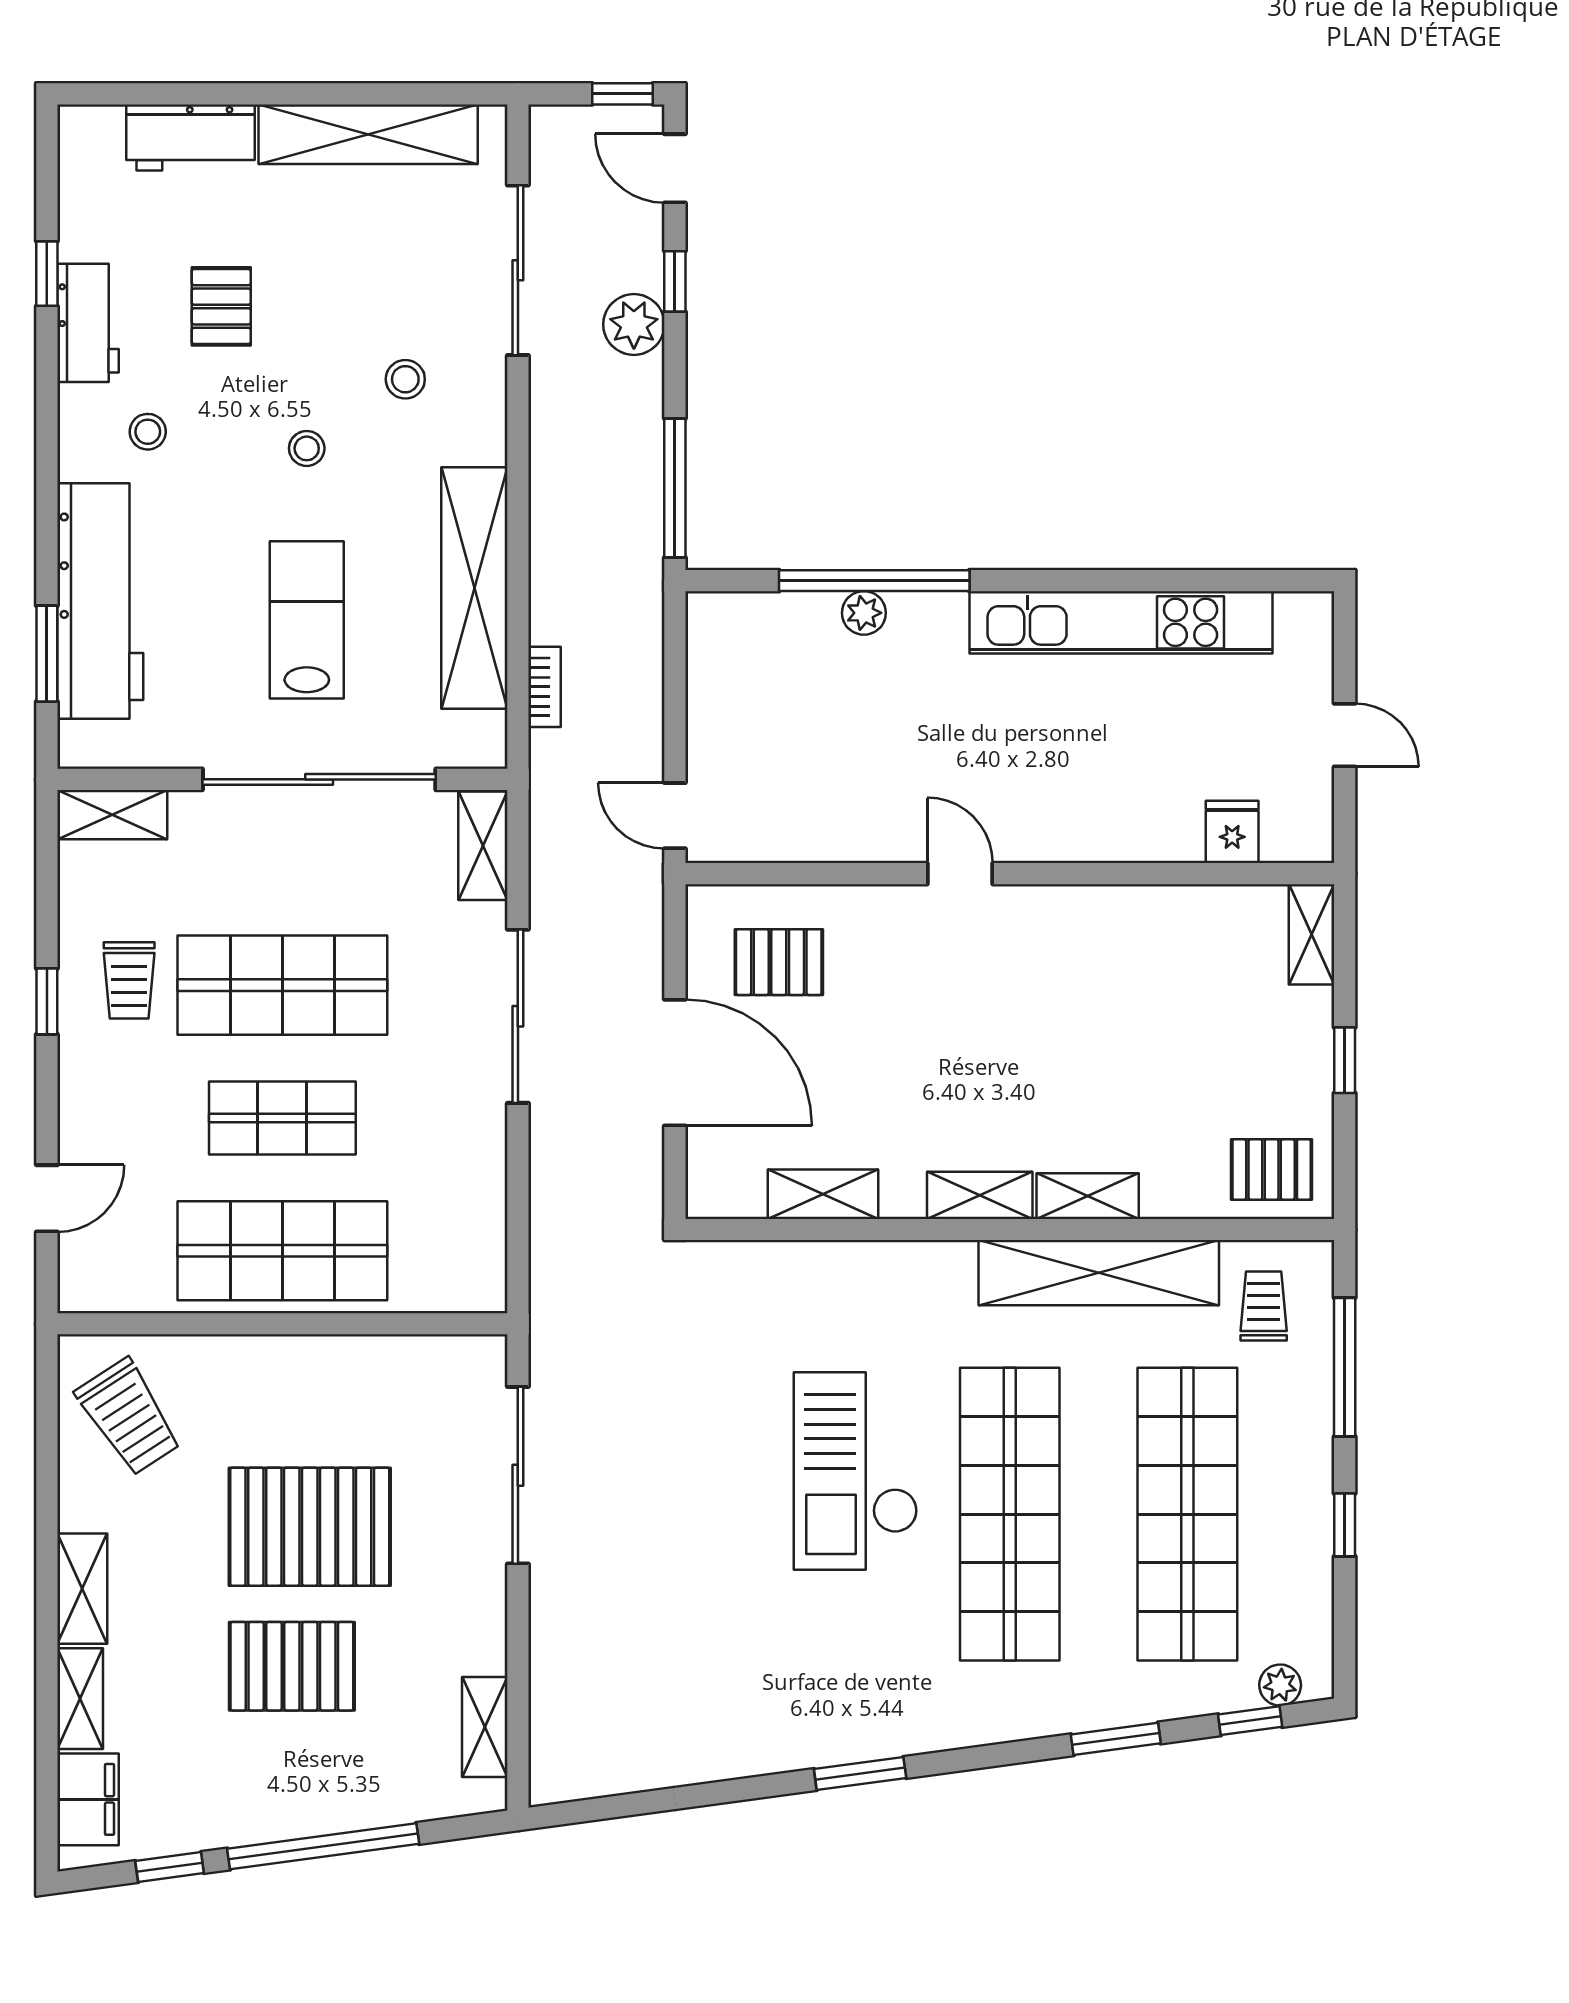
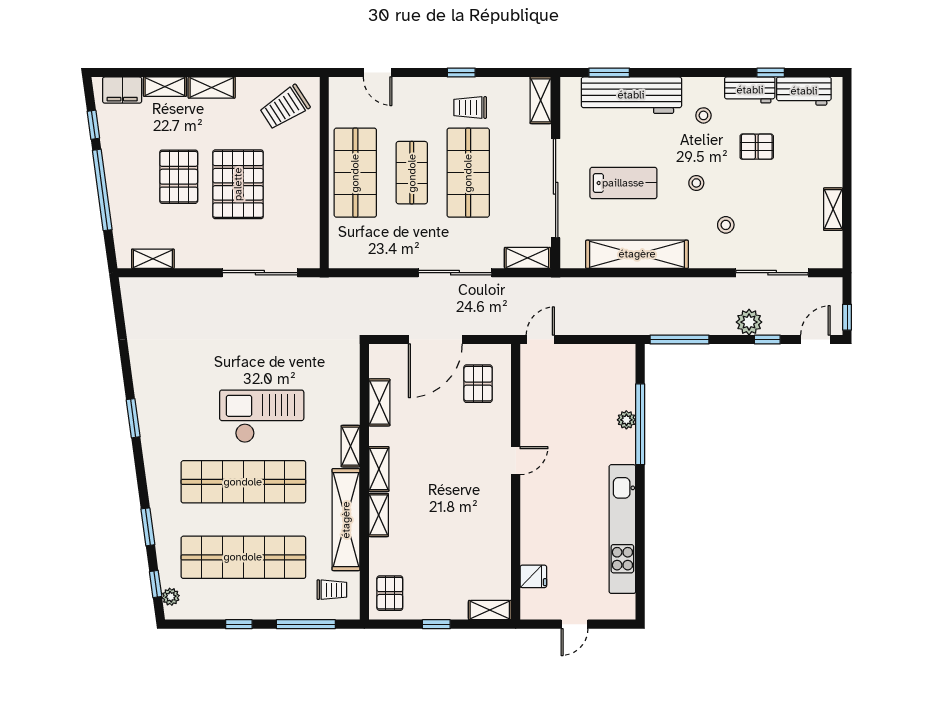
shelving: (368, 134) -> (833, 209), width x0.45, depth x0.75
workbench: (190, 137) -> (804, 91), moved, turned -90
bookcase: (544, 687) -> (595, 284), removed
shelving: (926, 1262) -> (351, 446), added

